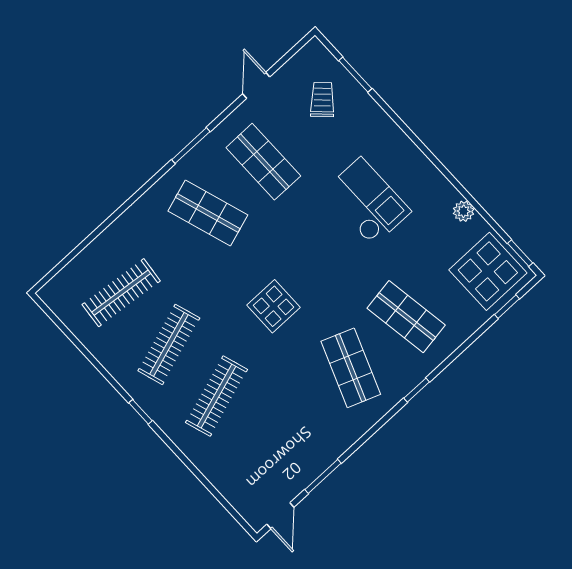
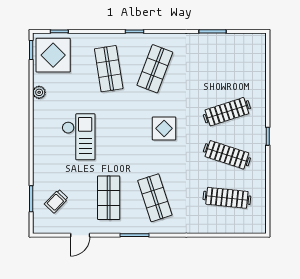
checkout: (367, 202) -> (79, 137), turned 180
clothes rail: (169, 344) -> (227, 155), turned 36
door: (280, 516) -> (248, 31), removed

